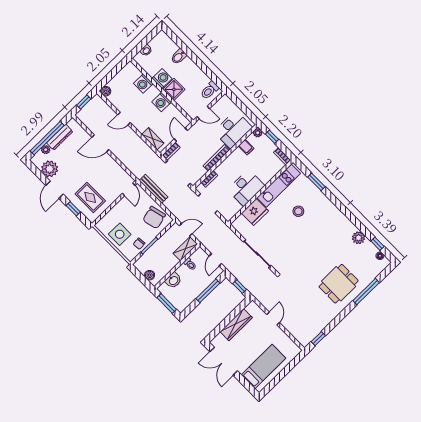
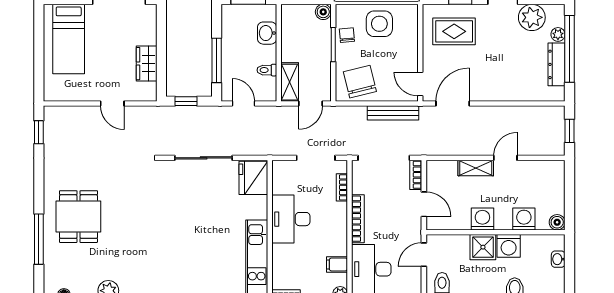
boiler: (106, 91) -> (557, 222), moved
shelving: (153, 139) -> (476, 168), moved
door: (100, 143) -> (453, 103), moved
stool: (298, 211) -> (206, 252), removed
fridge: (255, 212) -> (253, 178), moved
boiler: (150, 275) -> (323, 12), moved
wardrobe: (236, 325) -> (147, 64), width x0.67

